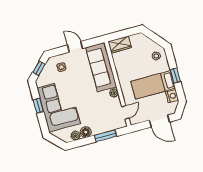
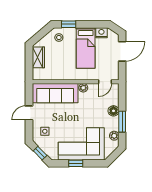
wardrobe: (120, 45) -> (38, 57), moved
window: (175, 75) -> (69, 24), moved
door: (125, 112) -> (105, 82), swing flipped
floor lamp: (86, 132) -> (113, 111), moved
window: (106, 136) -> (122, 122), moved

